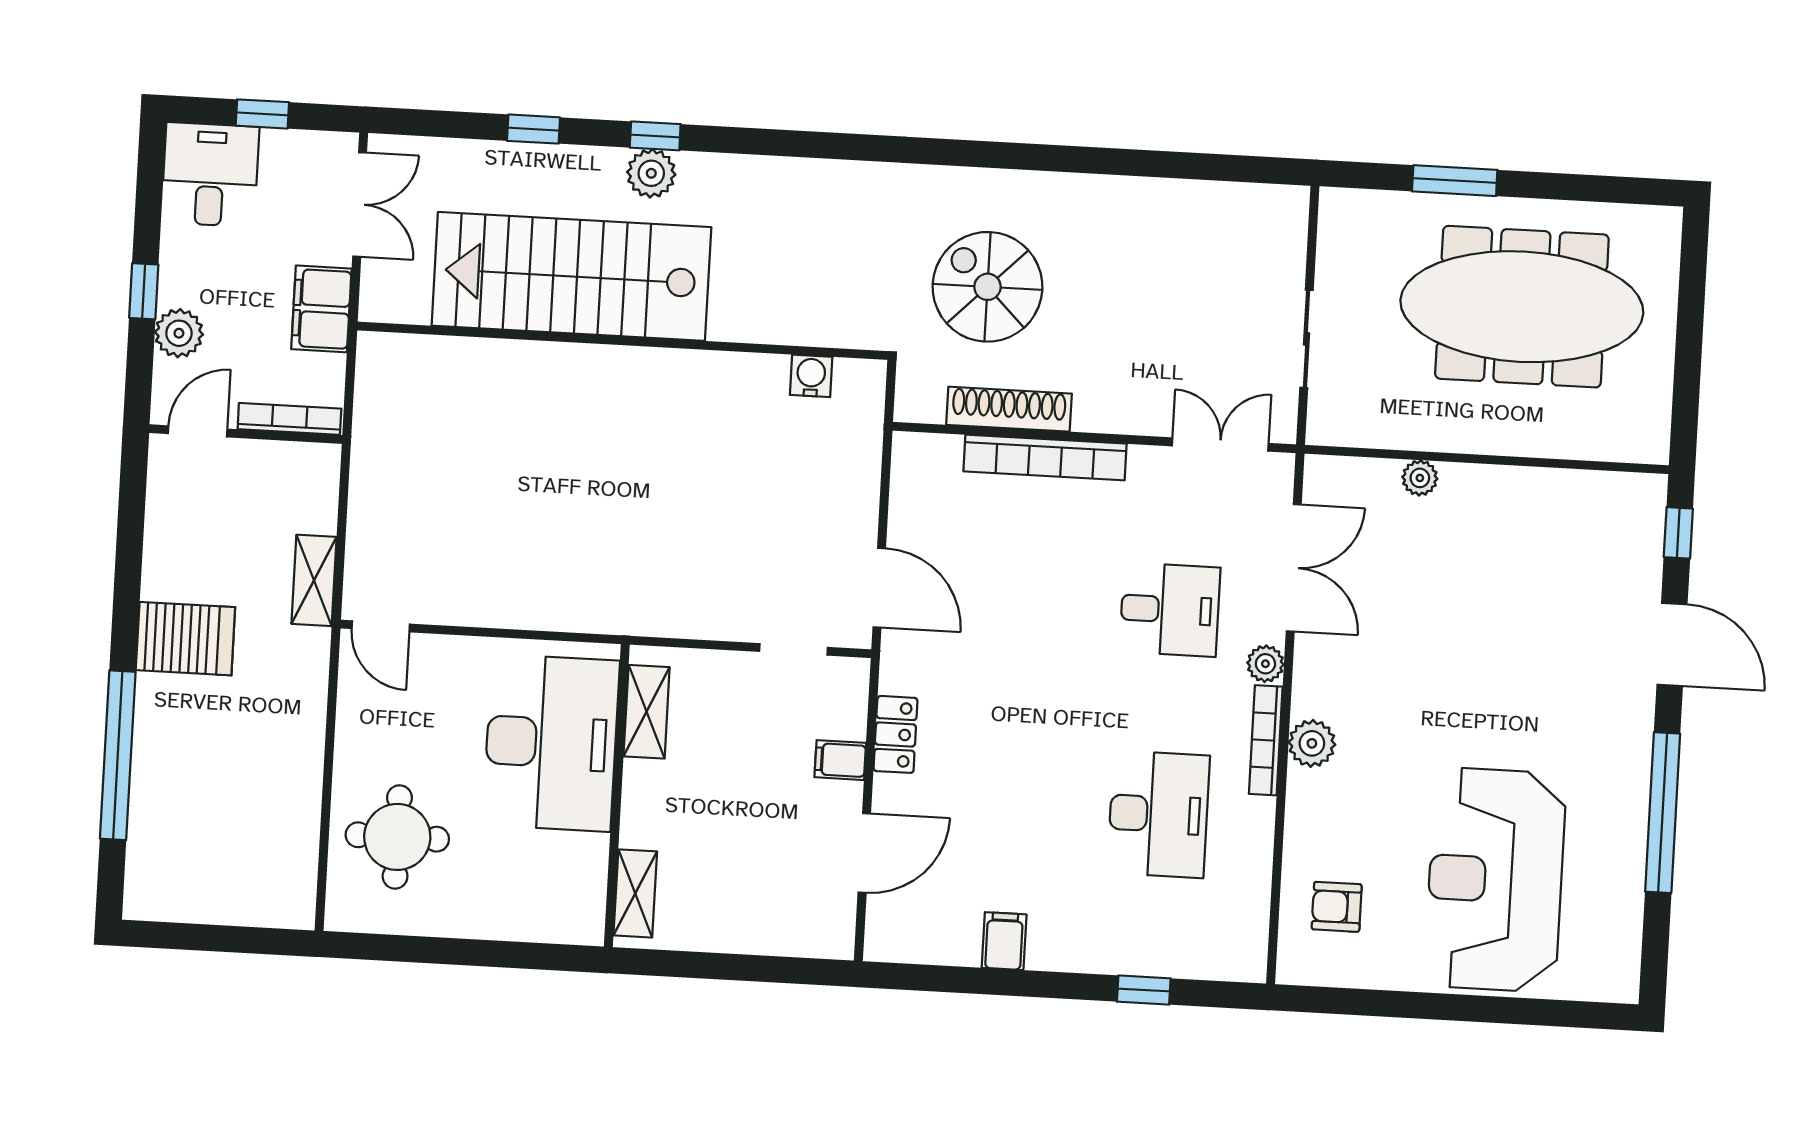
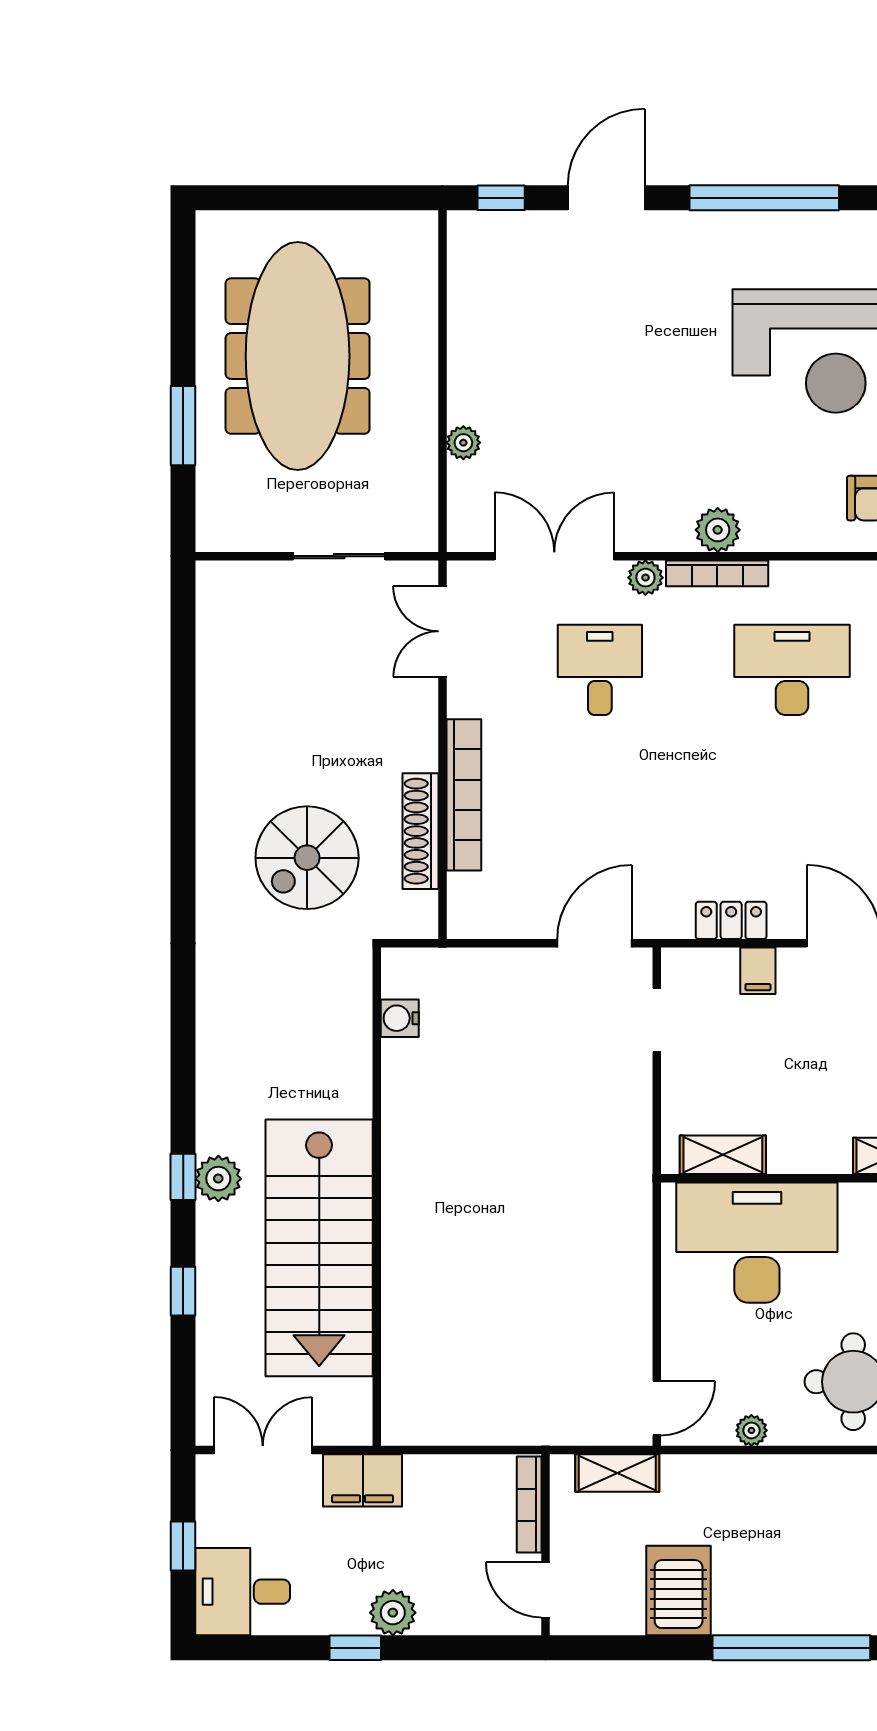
bookcase: (289, 419) -> (529, 1505), moved
door: (198, 431) -> (546, 1590), moved
wall: (246, 434) -> (546, 1545), moved
plant: (351, 726) -> (751, 1430), added

